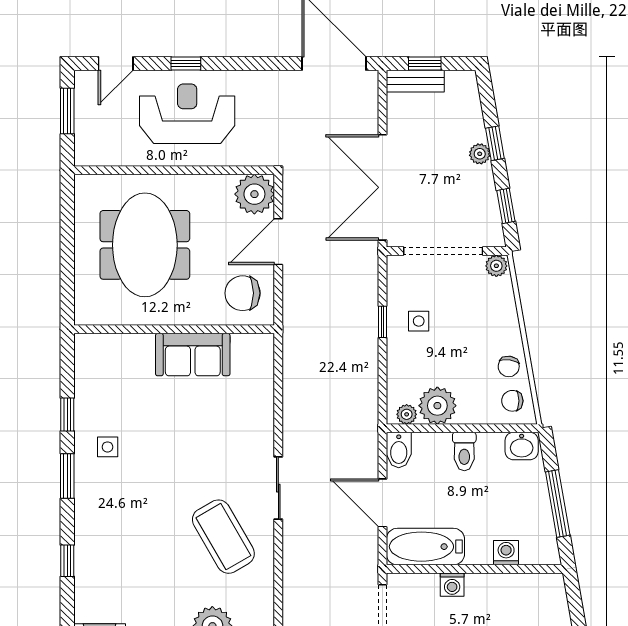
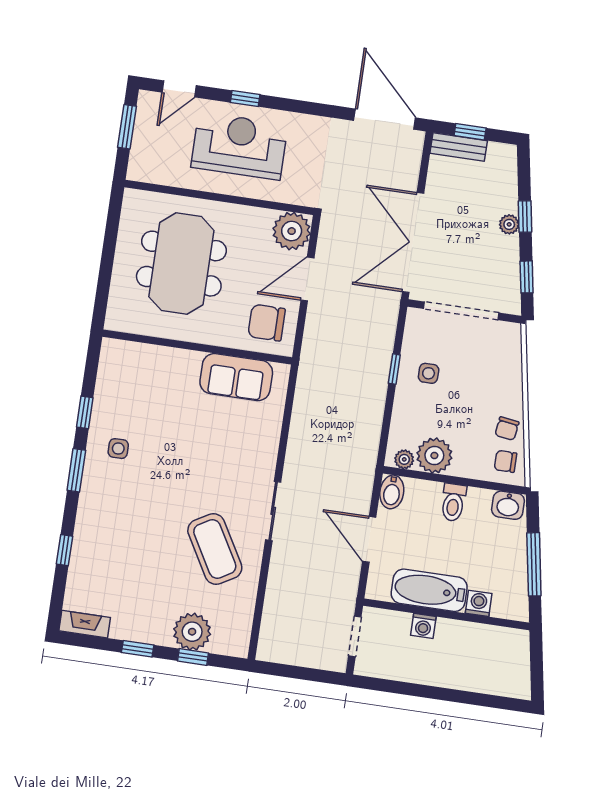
plant: (496, 266) -> (509, 332), removed
sofa: (193, 355) -> (236, 377), moved
bathtub: (425, 547) -> (429, 590), moved

